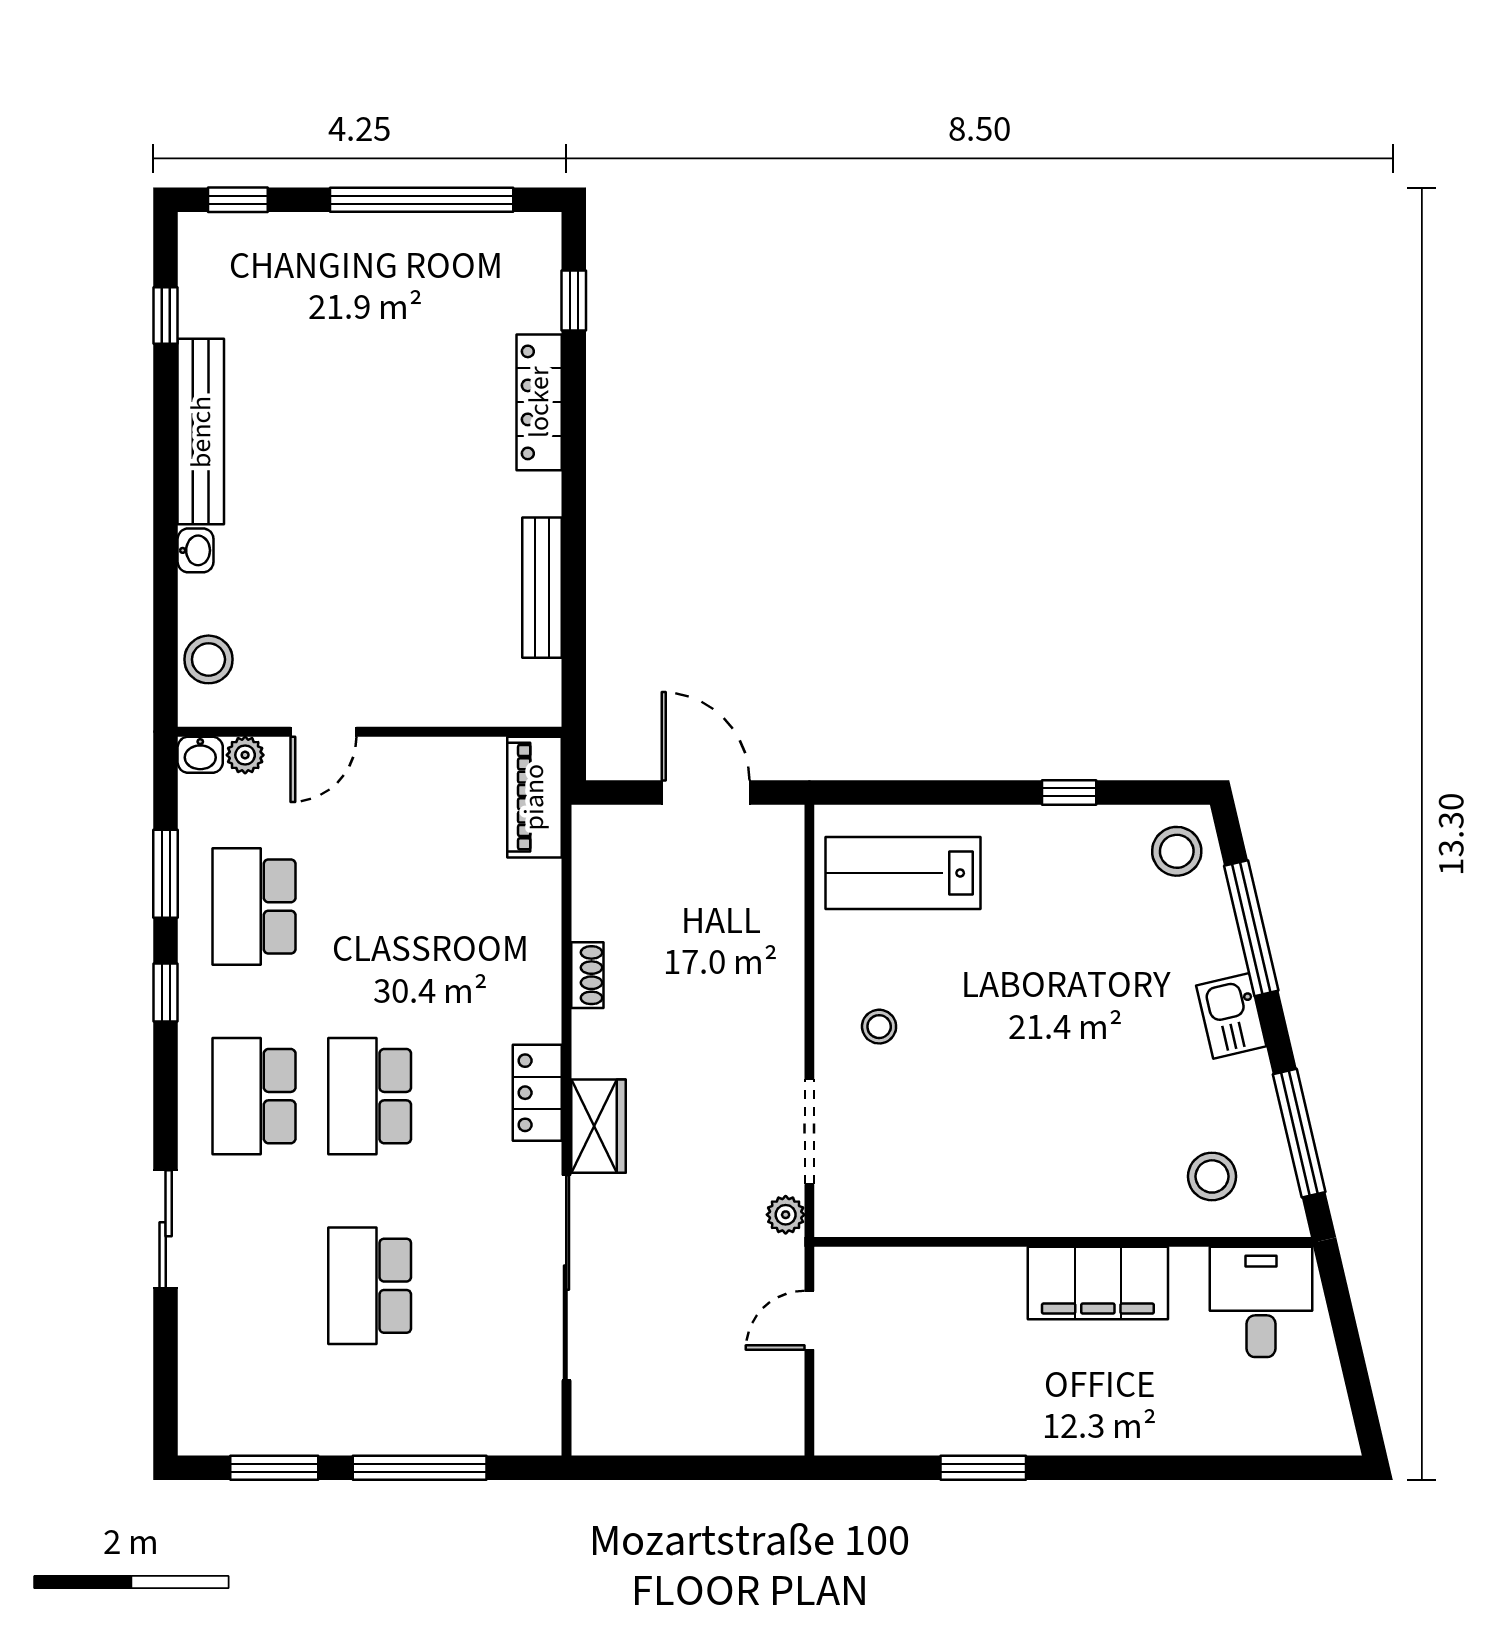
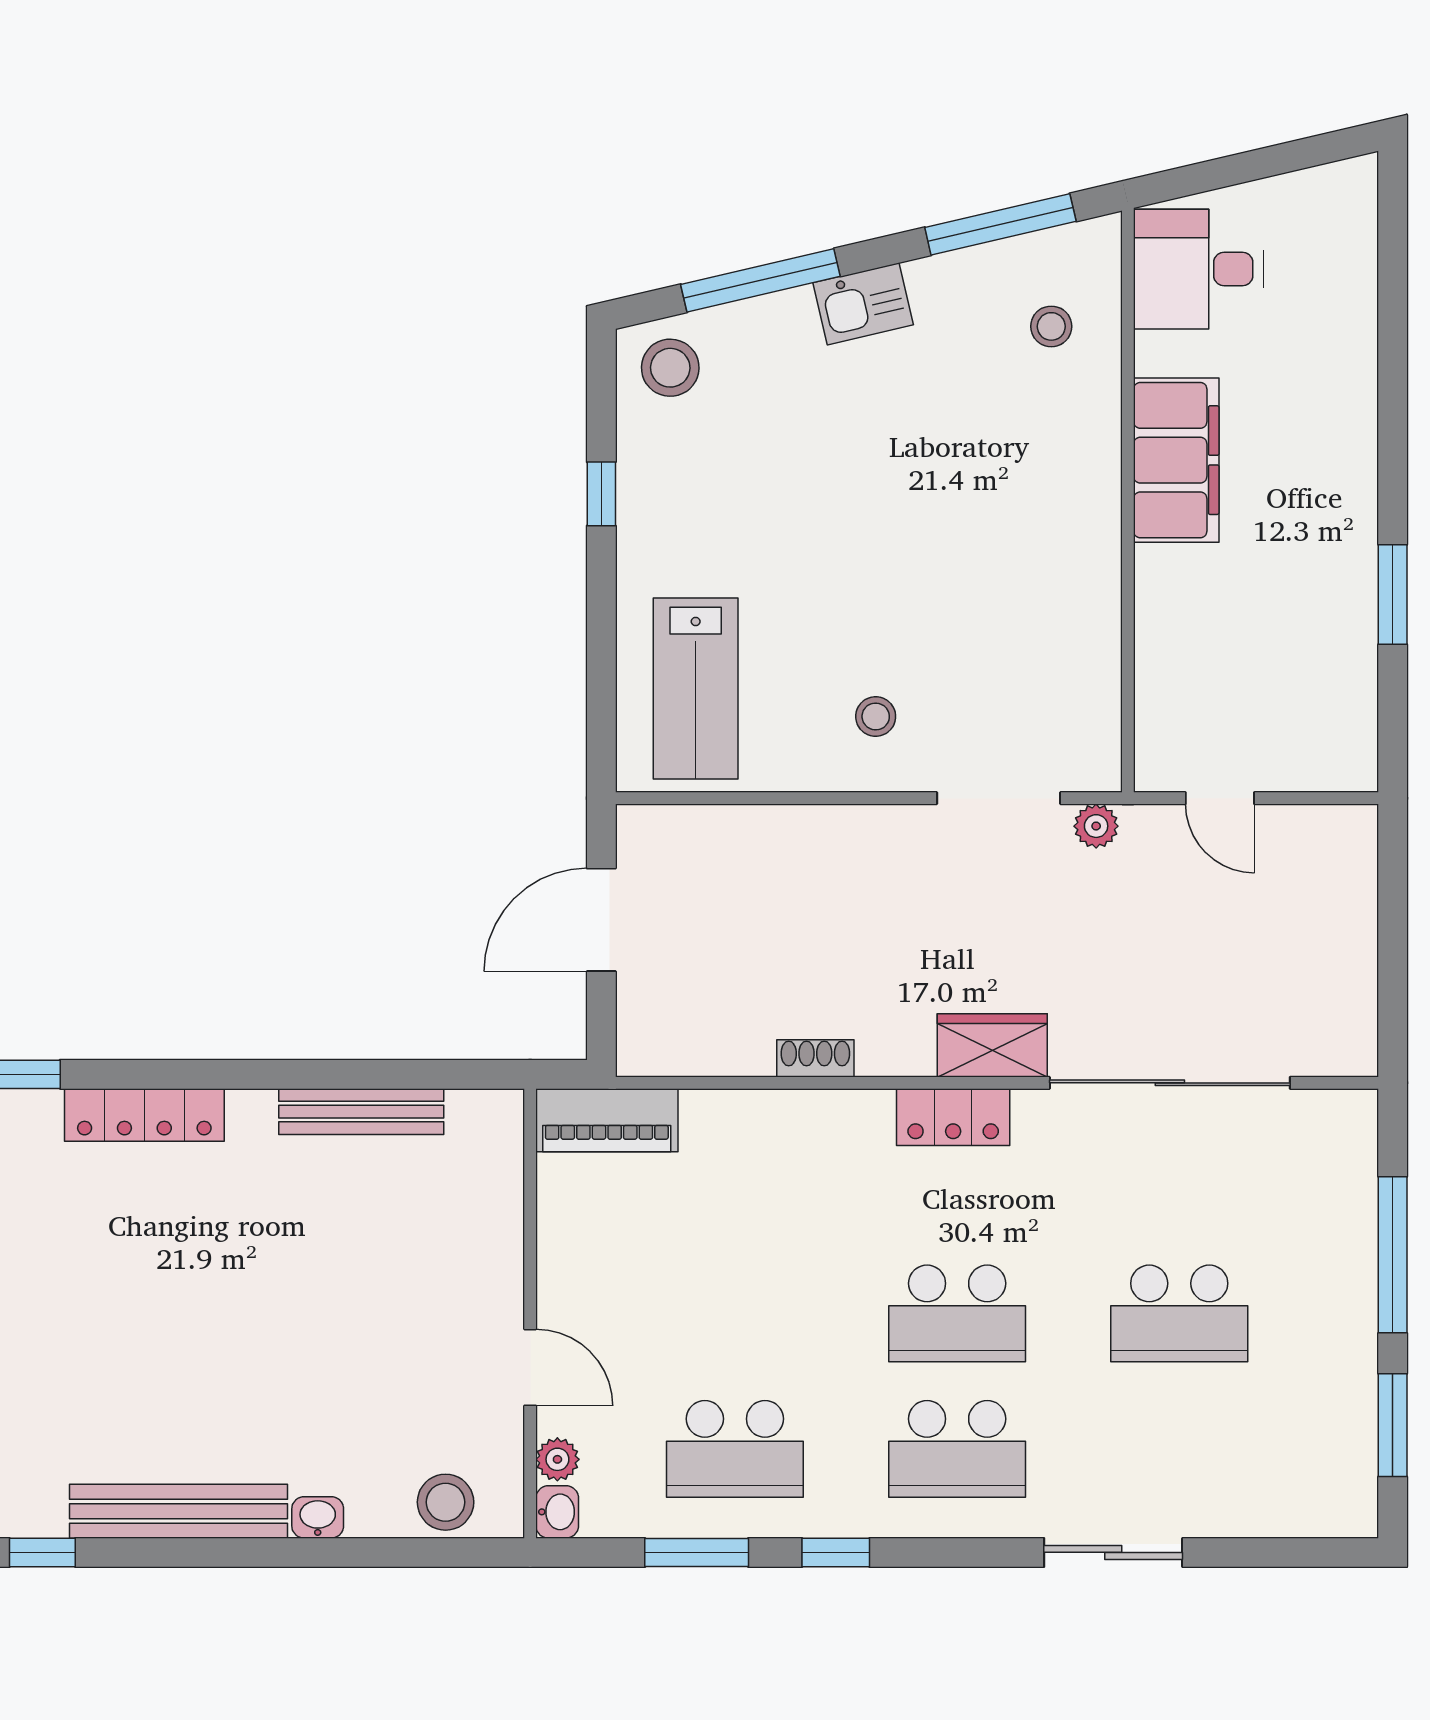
stool: (1212, 1176) -> (1051, 326), width x0.73, depth x0.73

